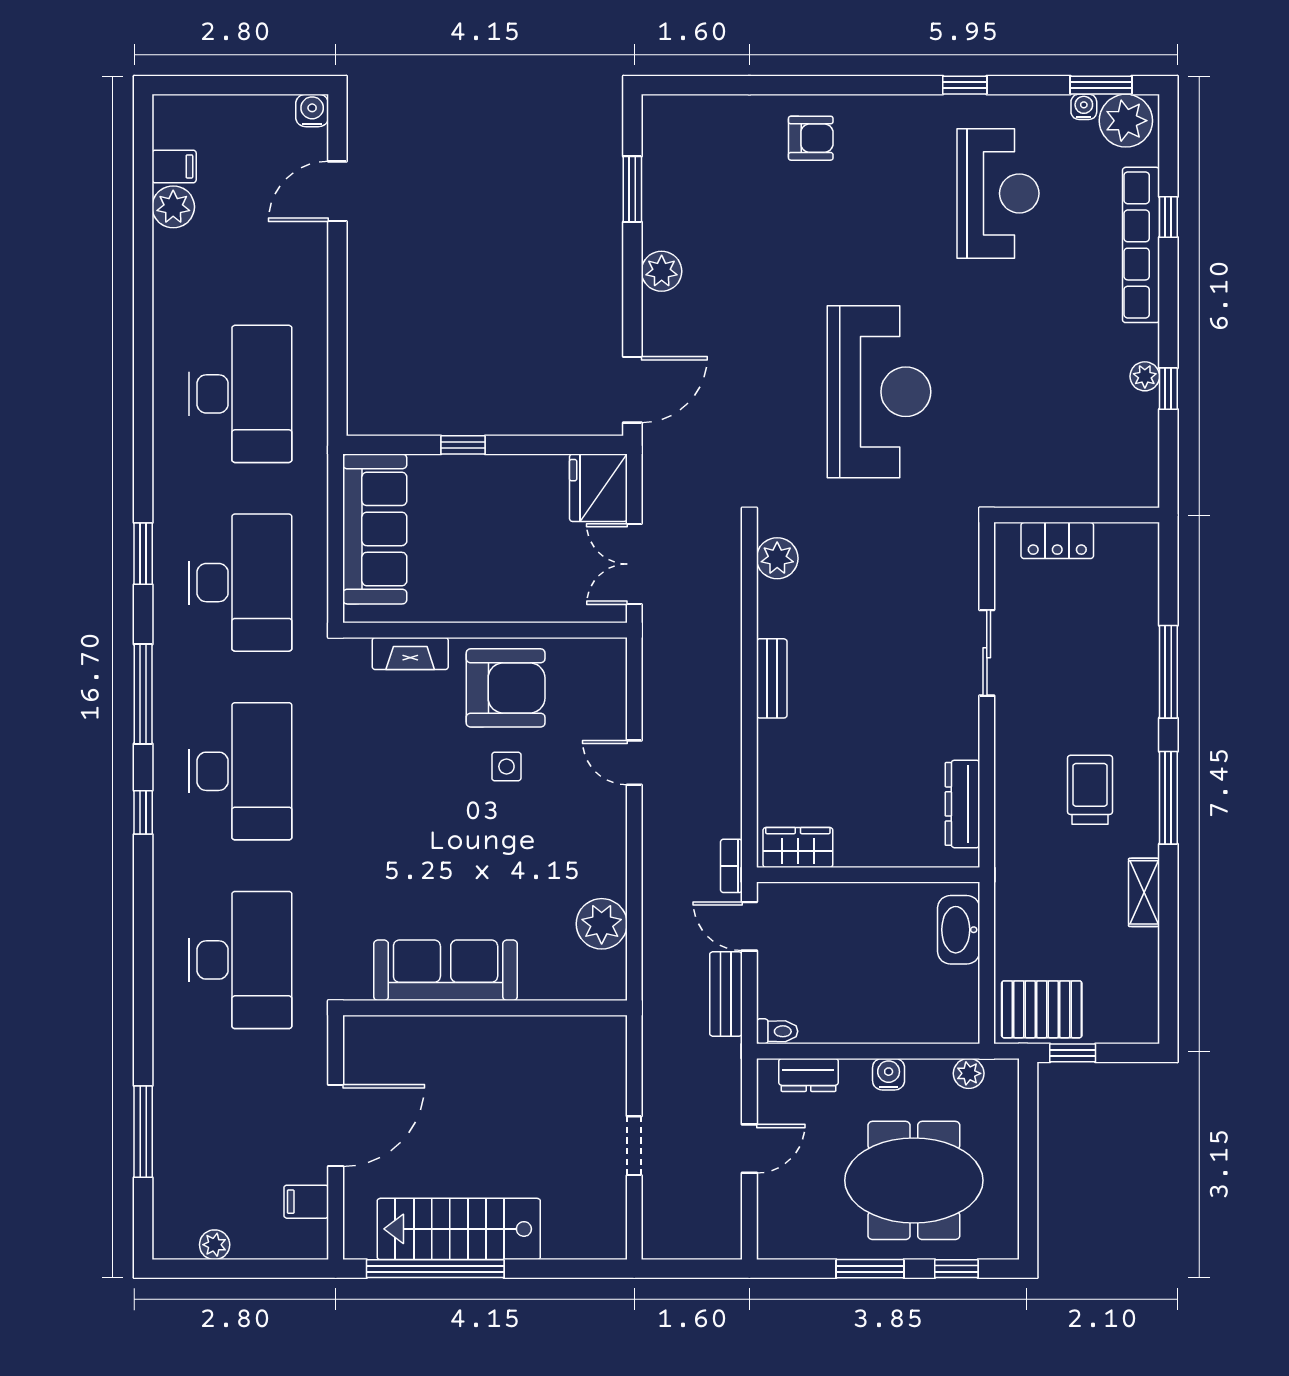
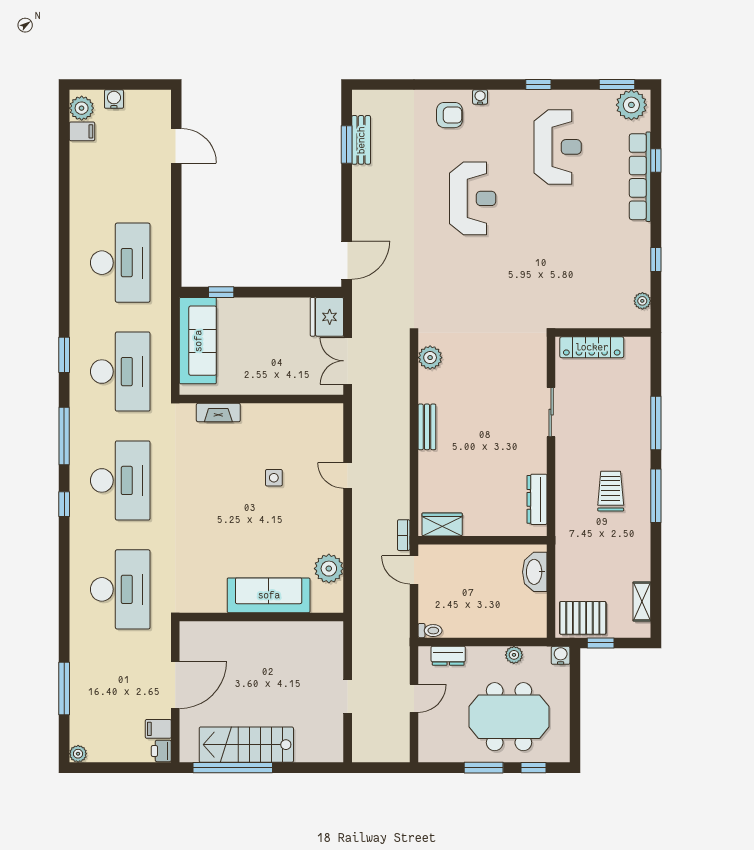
water cooler: (1084, 107) -> (480, 97), moved
water cooler: (312, 110) -> (114, 99), moved
door: (337, 191) -> (176, 146), swing flipped
plant: (173, 207) -> (82, 108), moved
plant: (662, 271) -> (363, 192), removed
plant: (1145, 376) -> (642, 301), moved
reception desk: (879, 392) -> (473, 198), moved, width x0.74, depth x0.77
window: (463, 445) -> (221, 292), moved
locker: (1057, 540) -> (592, 347), width x1.53
armchair: (506, 688) -> (273, 432), removed
shelving: (1144, 892) -> (642, 601), moved
sofa: (446, 970) -> (269, 595), moved
bench: (726, 994) -> (361, 140), moved
plant: (969, 1073) -> (514, 655), moved
water cooler: (889, 1074) -> (561, 655), moved
printer: (311, 1240) -> (161, 751), added
plant: (215, 1245) -> (78, 754), moved

